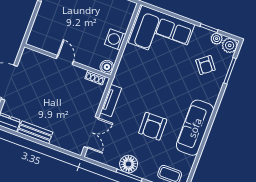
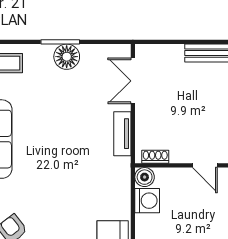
washing machine: (115, 39) -> (147, 201), moved
armchair: (153, 126) -> (53, 120), removed

